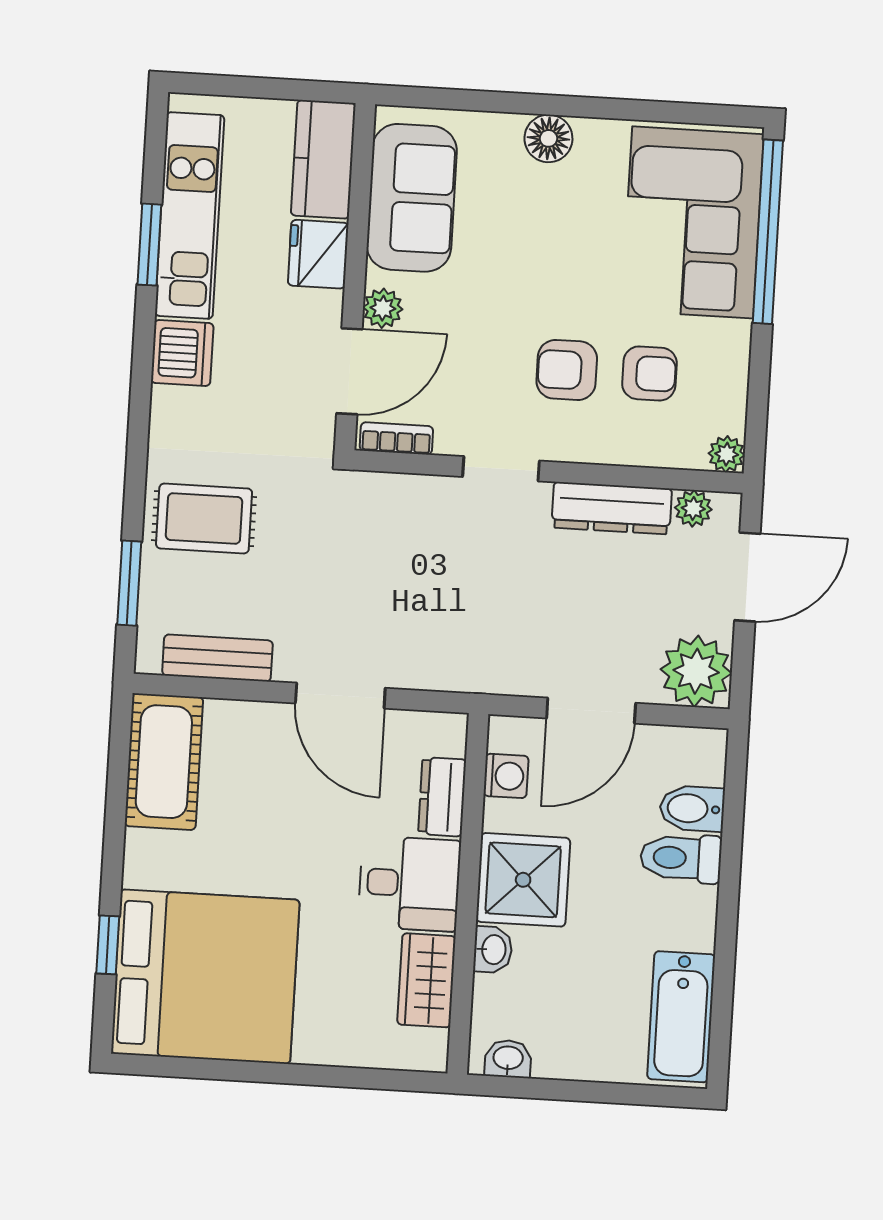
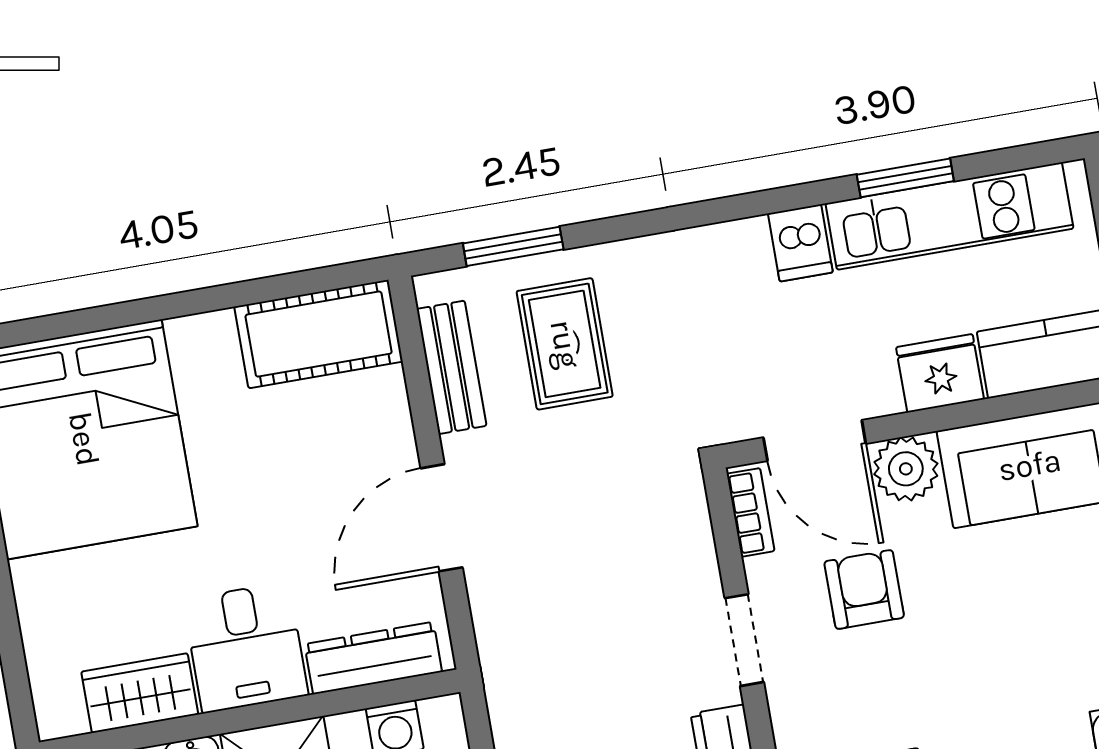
plant: (383, 308) -> (906, 469), width x1.38, depth x1.38
dishwasher: (182, 353) -> (800, 243), width x0.73
armchair: (567, 370) -> (864, 589), moved
rug: (204, 518) -> (565, 344), moved
dresser: (442, 797) -> (373, 658), width x1.44
window: (108, 945) -> (94, 319), removed

